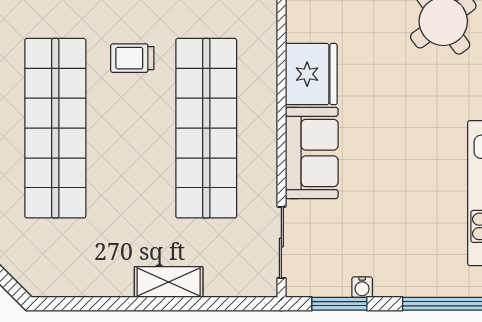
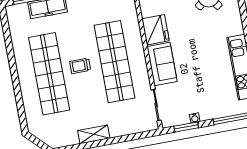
trolley: (132, 58) -> (80, 66), moved
shelving: (169, 282) -> (94, 134), moved

